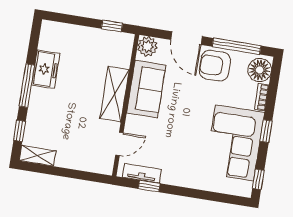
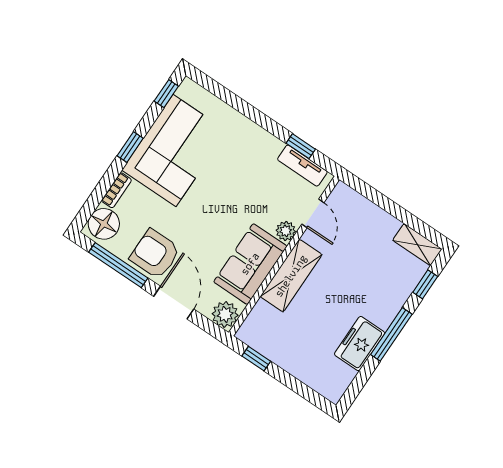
armchair: (215, 66) -> (155, 254), turned 180
plant: (132, 123) -> (286, 231), added
door: (119, 144) -> (313, 213), swing flipped

